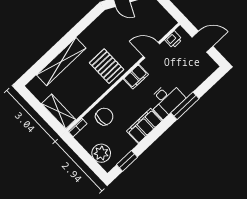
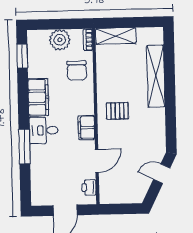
pallet: (107, 66) -> (117, 111), width x0.67, depth x0.71
desk: (166, 100) -> (44, 130), width x0.73
plant: (101, 153) -> (60, 40), moved

